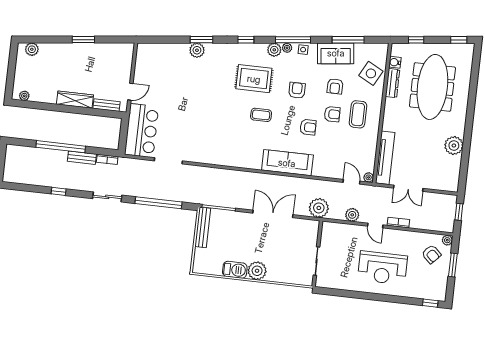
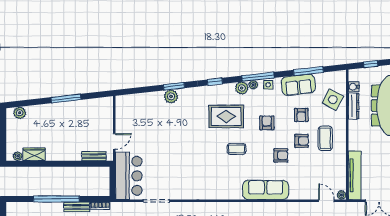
window: (83, 40) -> (66, 98), width x1.44
wardrobe: (75, 100) -> (34, 154), moved, width x0.67

